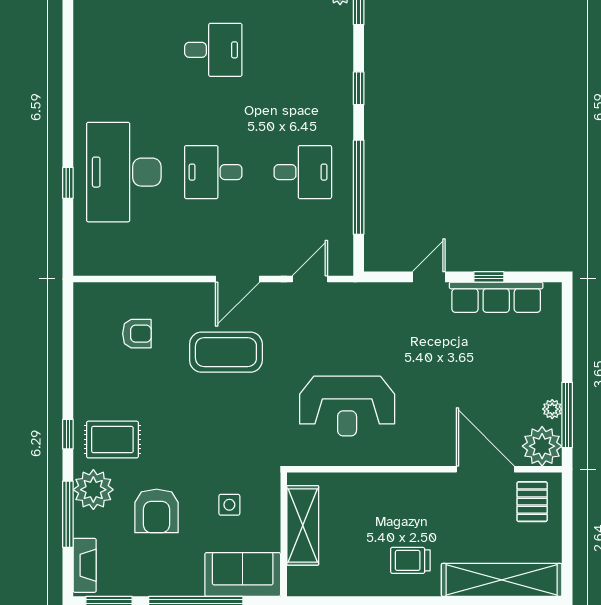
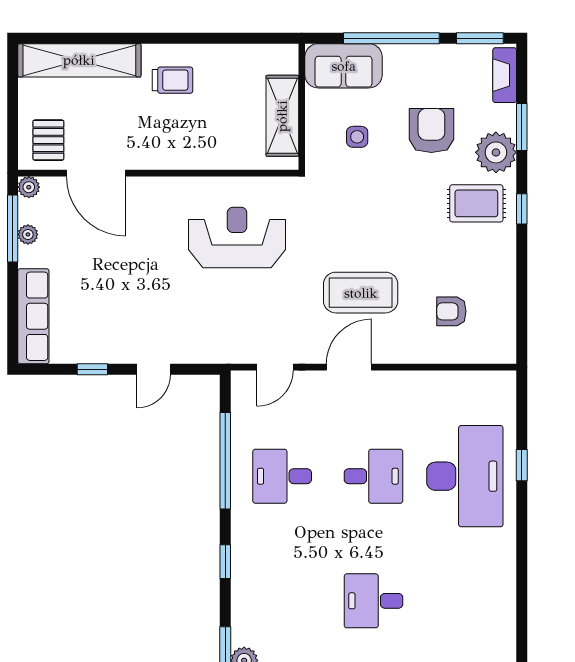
row of seats: (496, 297) -> (33, 316), moved, turned 90
plant: (542, 446) -> (29, 187), width x0.53, depth x0.53
window: (68, 514) -> (522, 127), width x0.69

